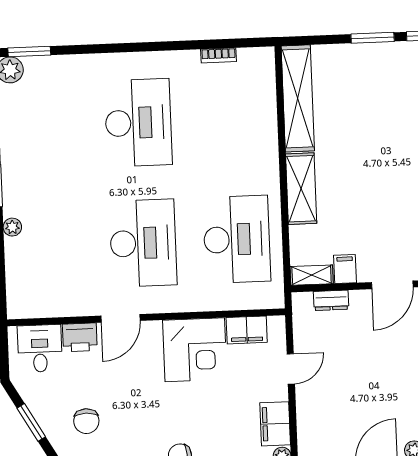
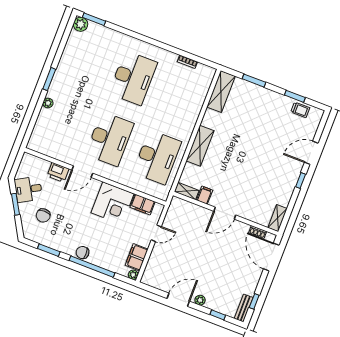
window: (373, 38) -> (254, 81), moved
shelving: (298, 98) -> (221, 92), width x0.68
dresser: (331, 300) -> (191, 208), removed
desk: (40, 348) -> (28, 189), moved, turned -120

